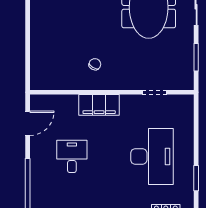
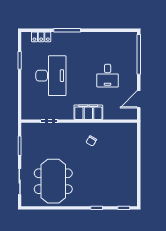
desk: (152, 156) -> (51, 76), turned 180

